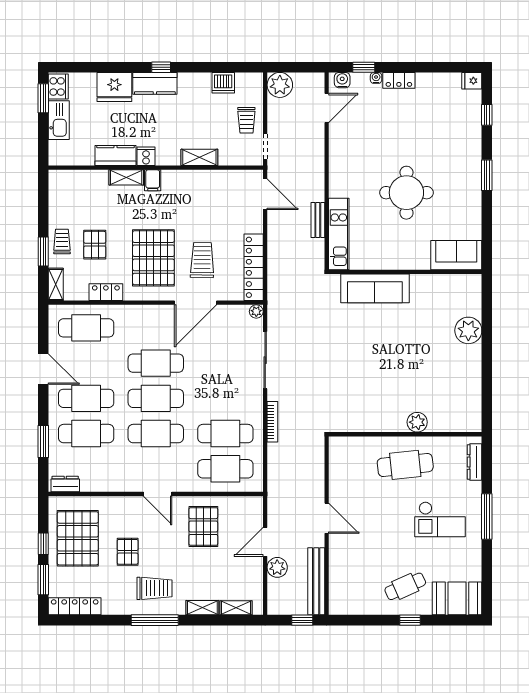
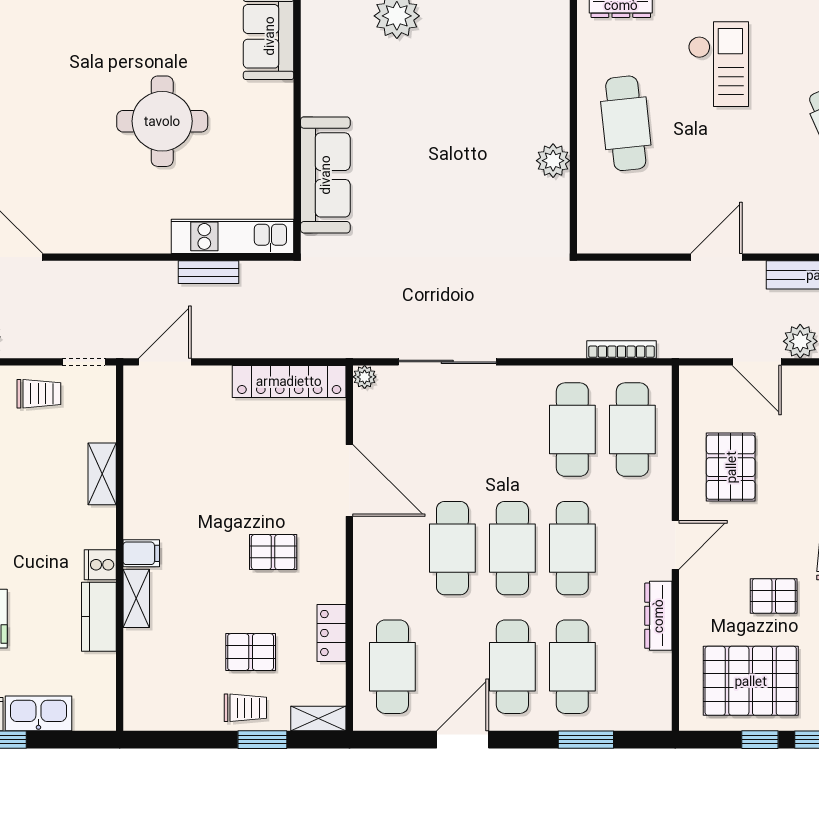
trolley: (62, 241) -> (245, 708), turned 180
pallet: (153, 258) -> (273, 552), width x0.49, depth x0.50
trolley: (202, 260) -> (277, 469), removed
bookcase: (272, 422) -> (622, 350), moved
plant: (417, 422) -> (553, 161), moved
dresser: (65, 484) -> (658, 616), moved, width x1.44
pallet: (203, 527) -> (731, 467), turned 90

